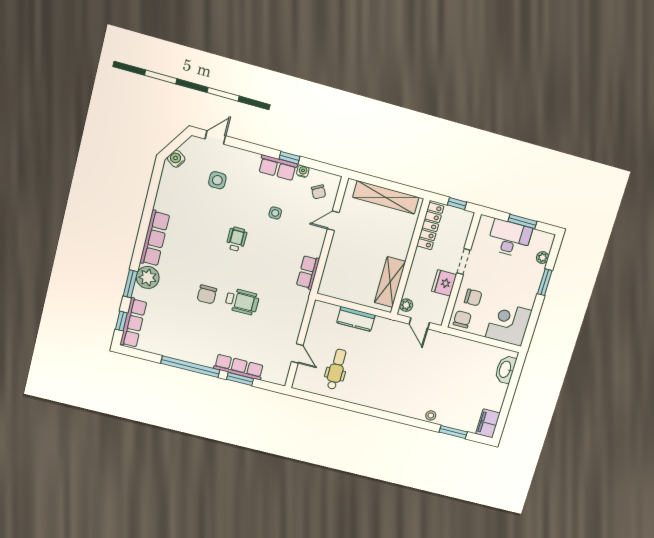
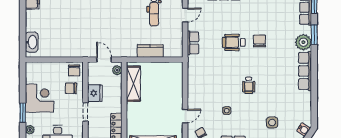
row of seats: (308, 272) -> (193, 43), moved
corner desk: (509, 324) -> (40, 98), moved, turned -90
door: (297, 353) -> (185, 15), swing flipped

